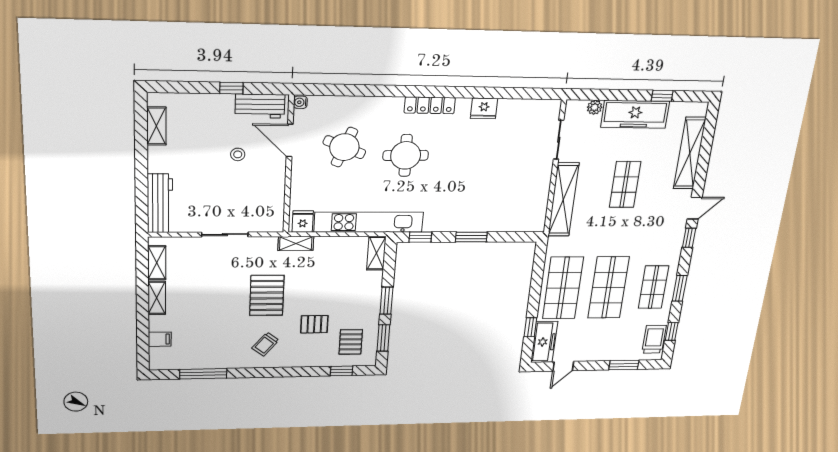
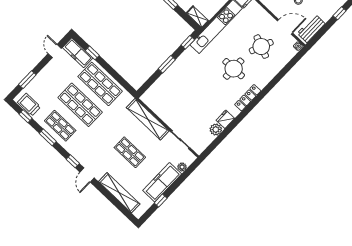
window: (231, 88) -> (340, 13), moved
plant: (508, 108) -> (216, 130), added
trolley: (654, 339) -> (29, 105), turned 180

